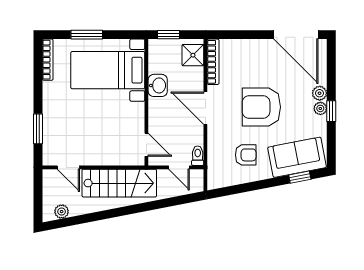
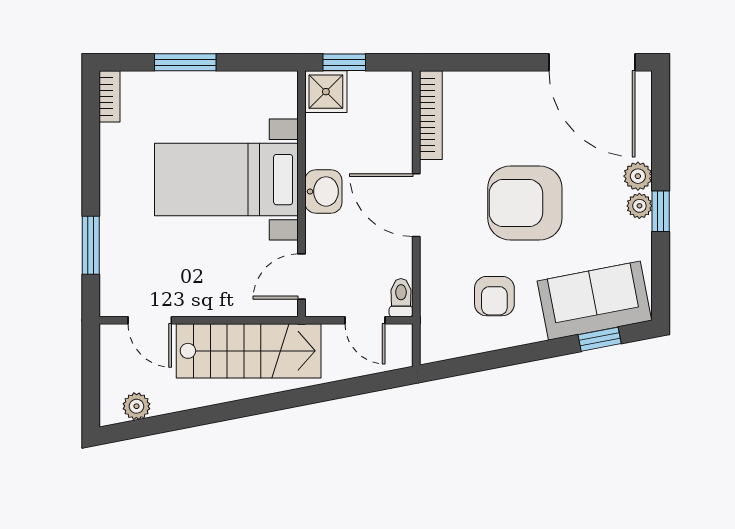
shower: (193, 55) -> (326, 92), moved
bookcase: (48, 60) -> (109, 96), width x0.64
bed with nightstands: (108, 70) -> (226, 180), moved
washbasin: (158, 85) -> (323, 191), moved
door: (146, 145) -> (301, 277), swing flipped
armchair: (246, 155) -> (494, 296), turned 90

